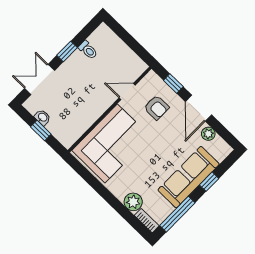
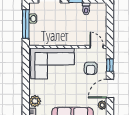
door: (127, 92) -> (97, 47), moved
window: (41, 131) -> (26, 24), width x2.17

